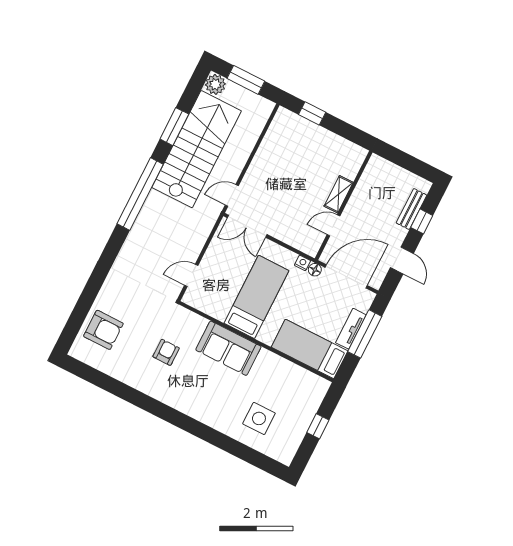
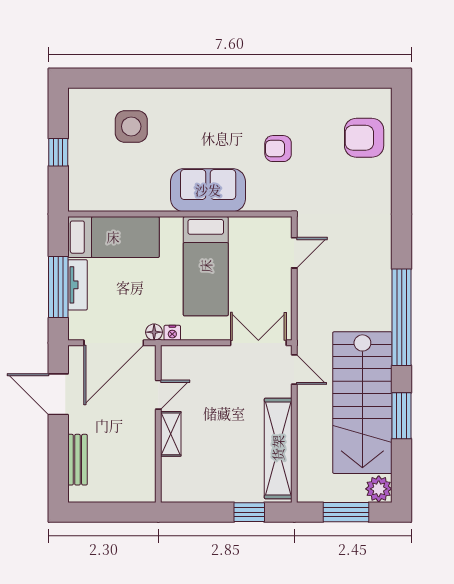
shelving: (270, 147) -> (278, 448), added
door: (232, 195) -> (294, 370), hinge flipped
window: (422, 221) -> (58, 451), removed
door: (402, 260) -> (58, 394), width x1.38
armchair: (166, 352) -> (278, 149), turned 90

